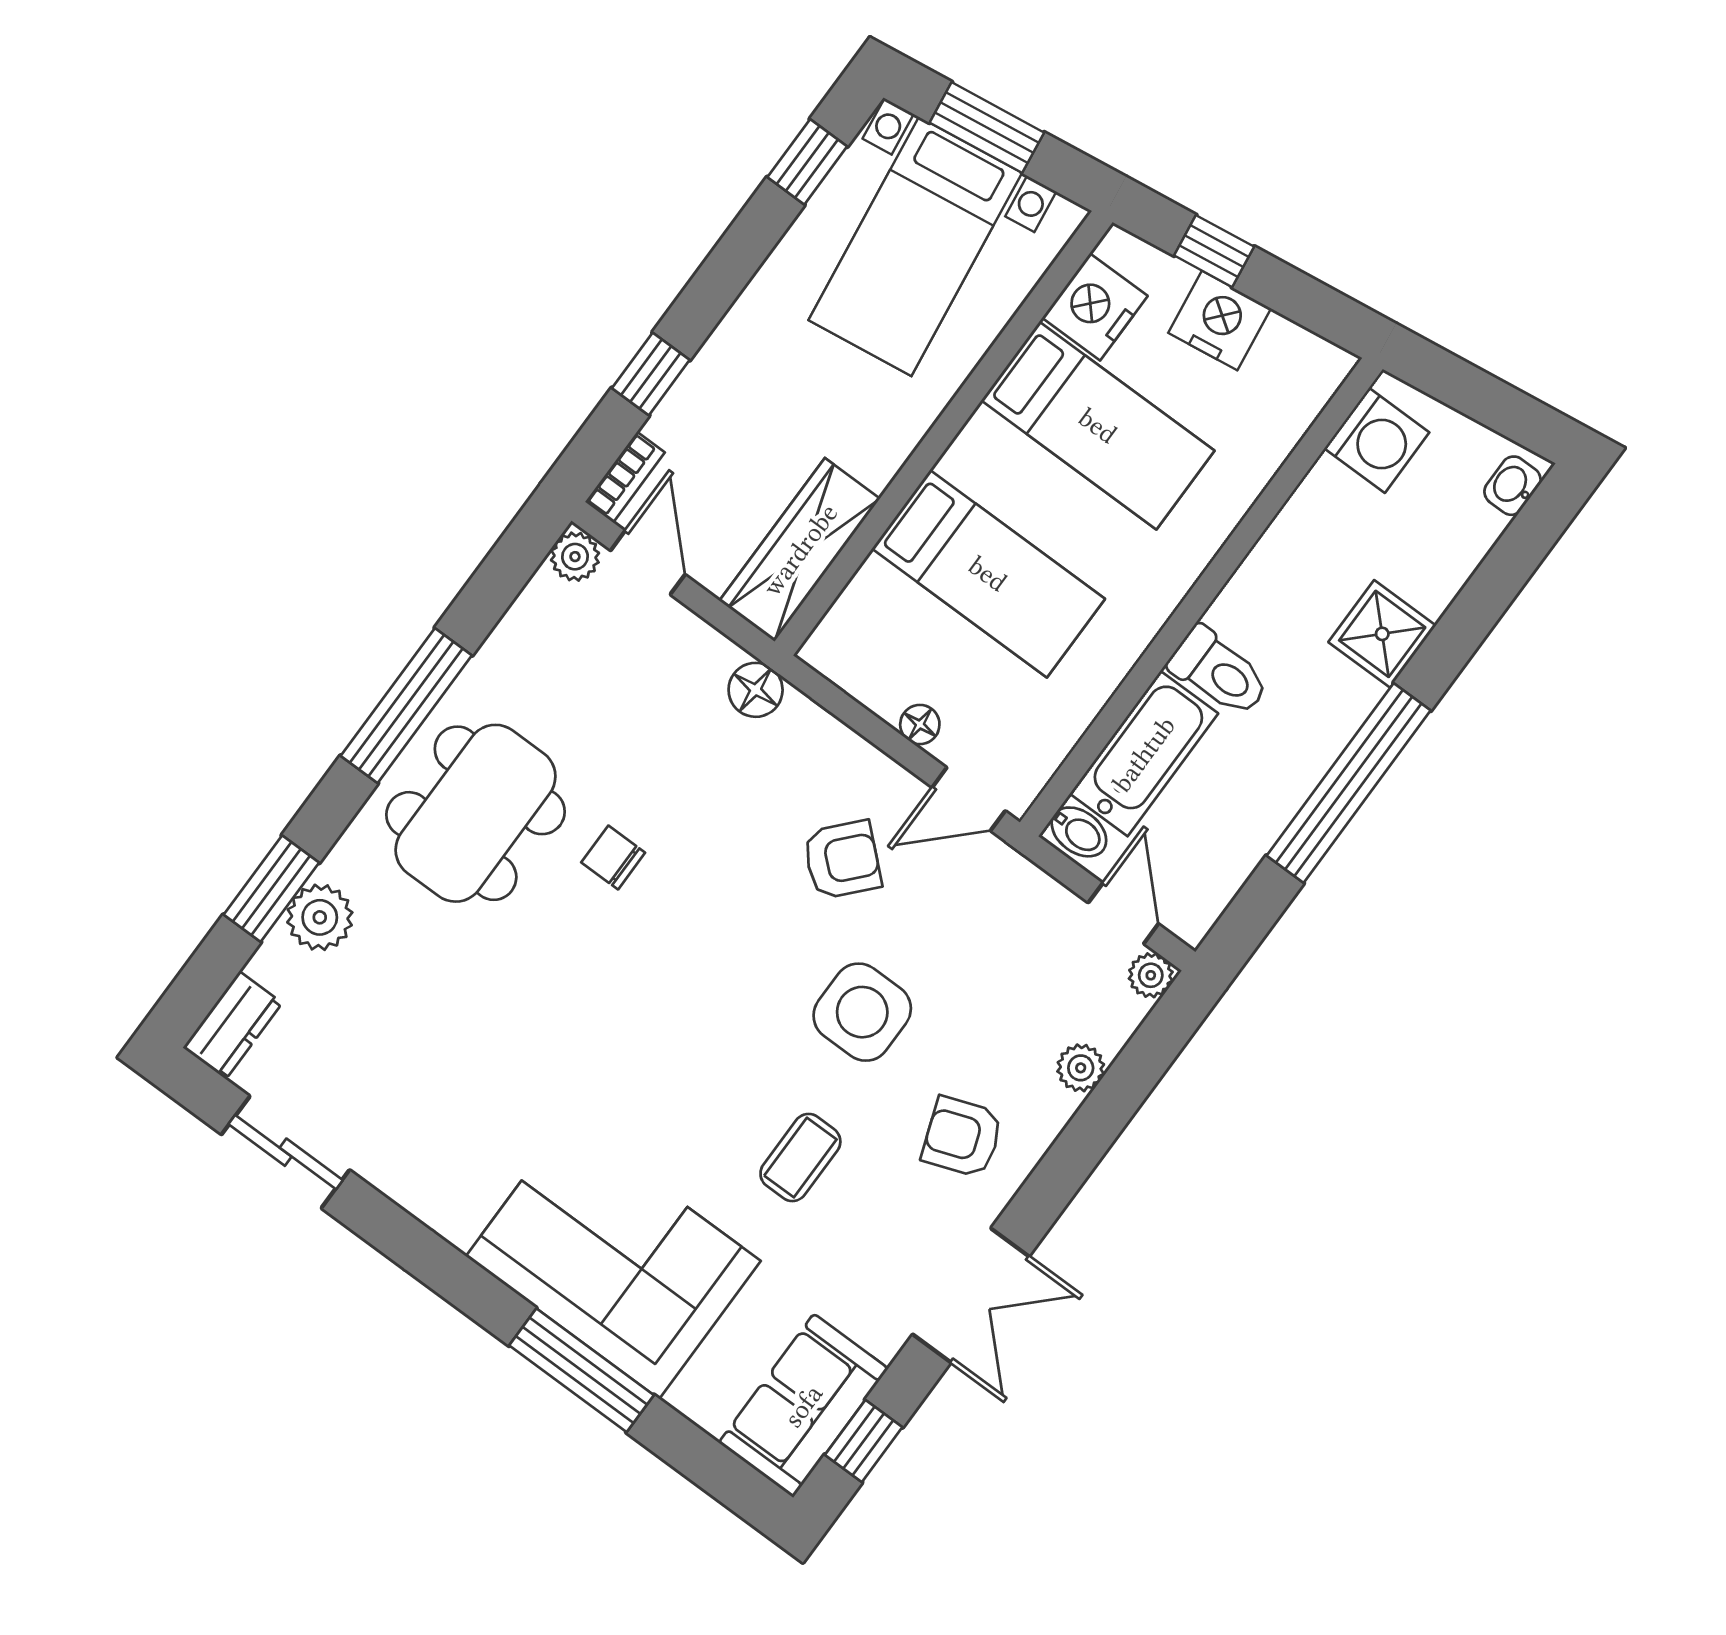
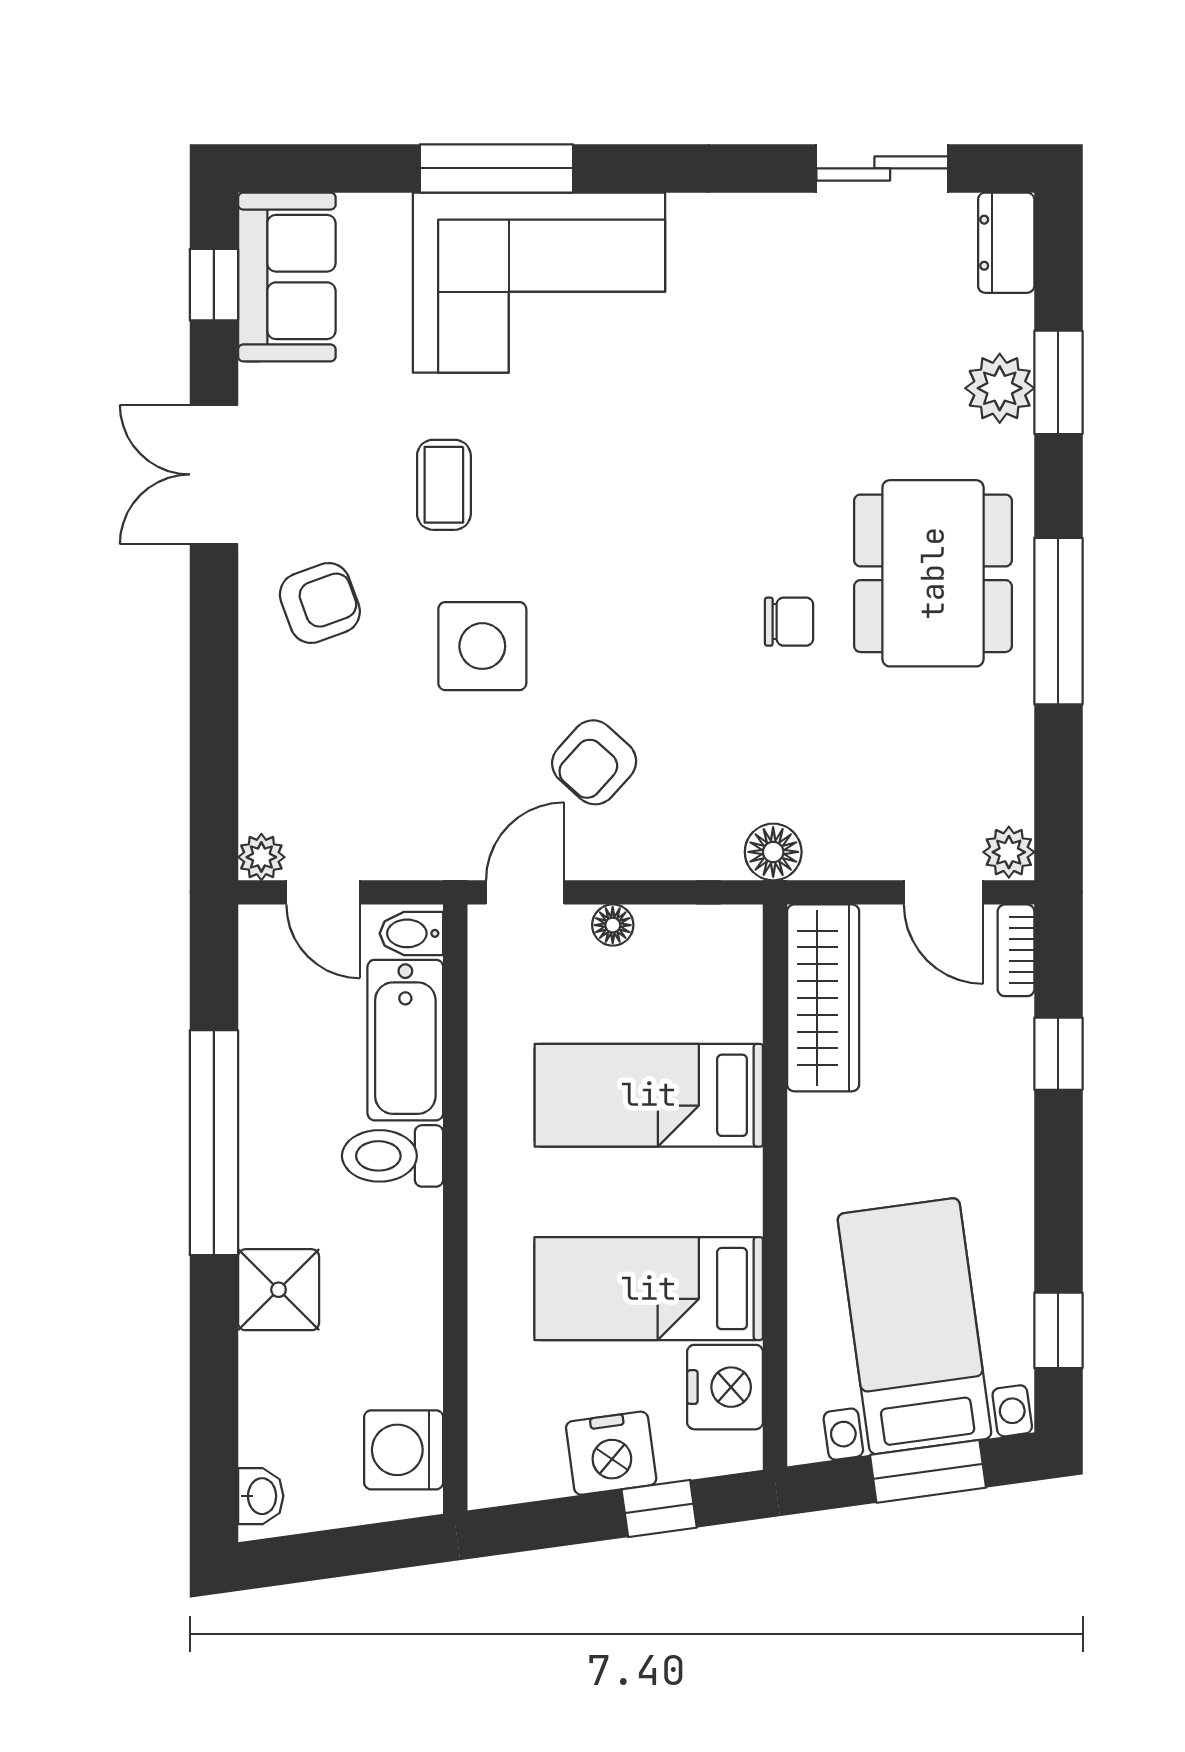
plant: (1081, 1068) -> (263, 735), removed

